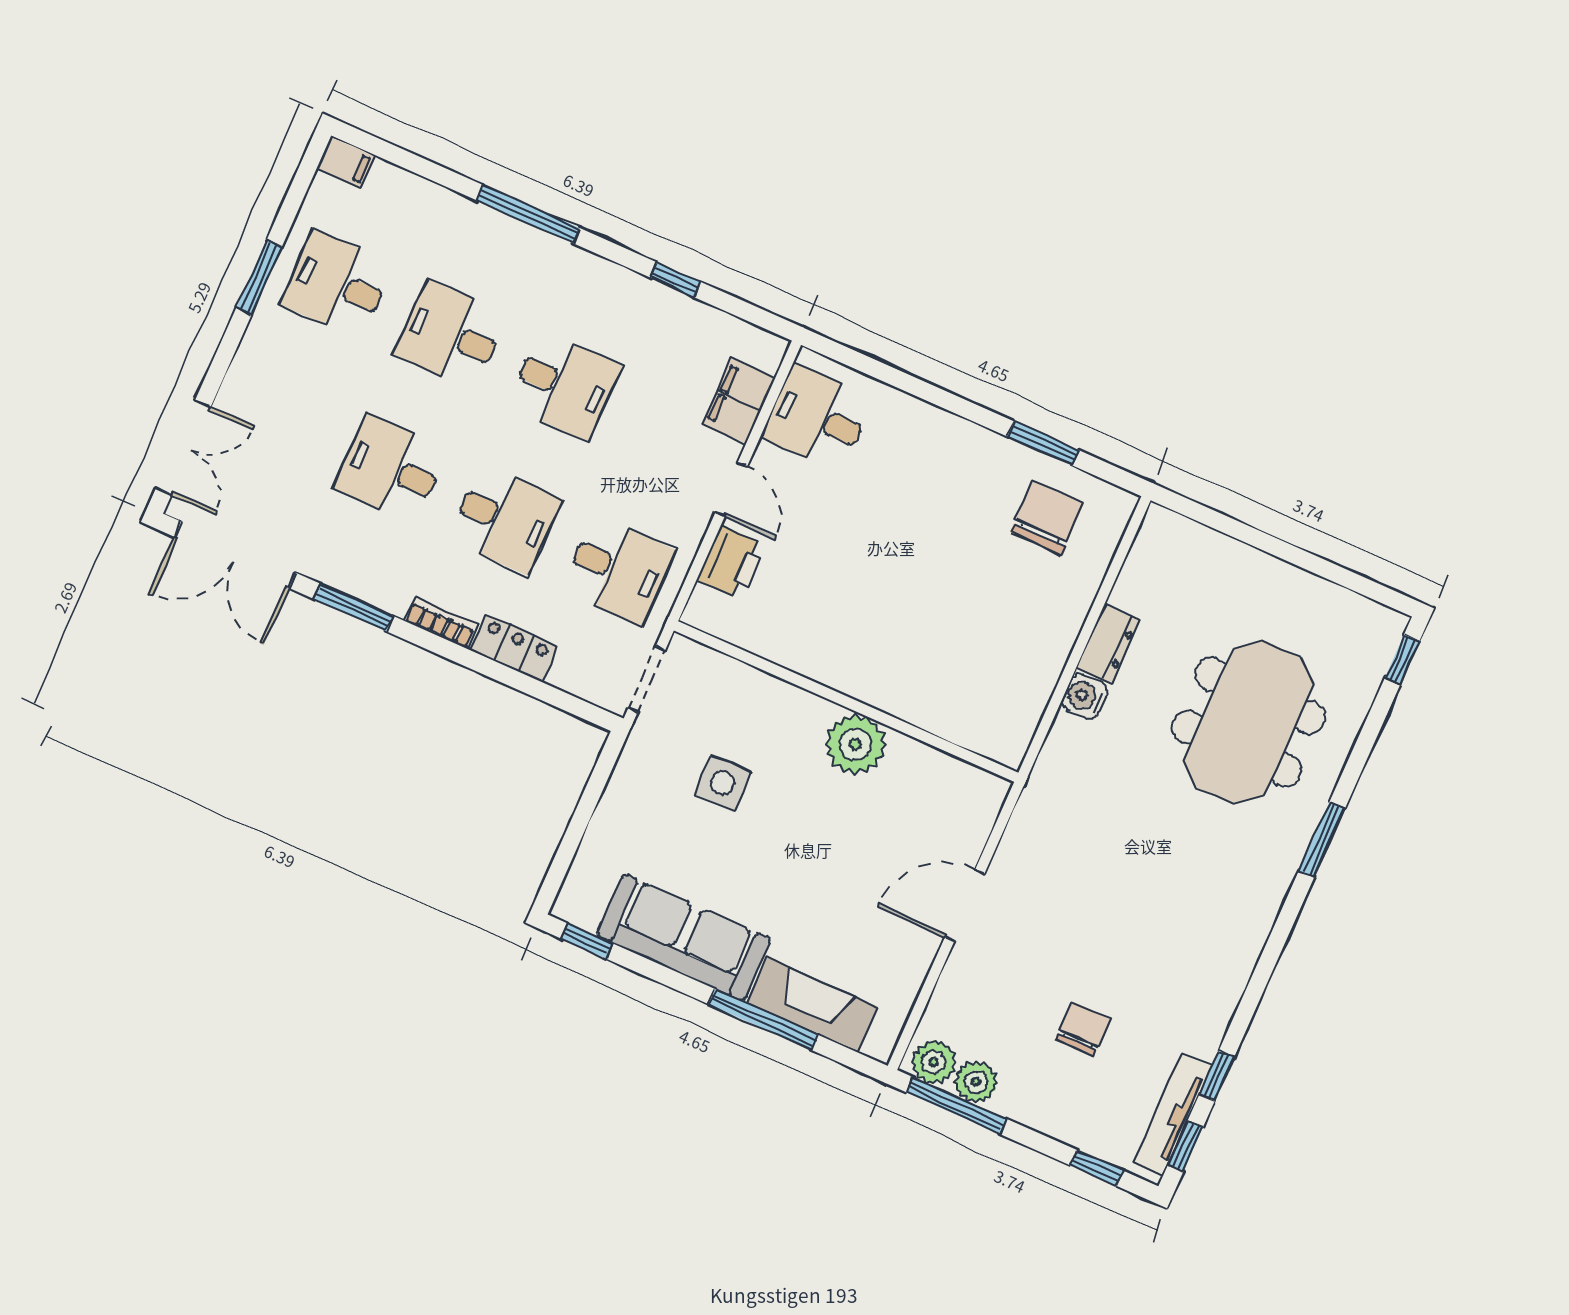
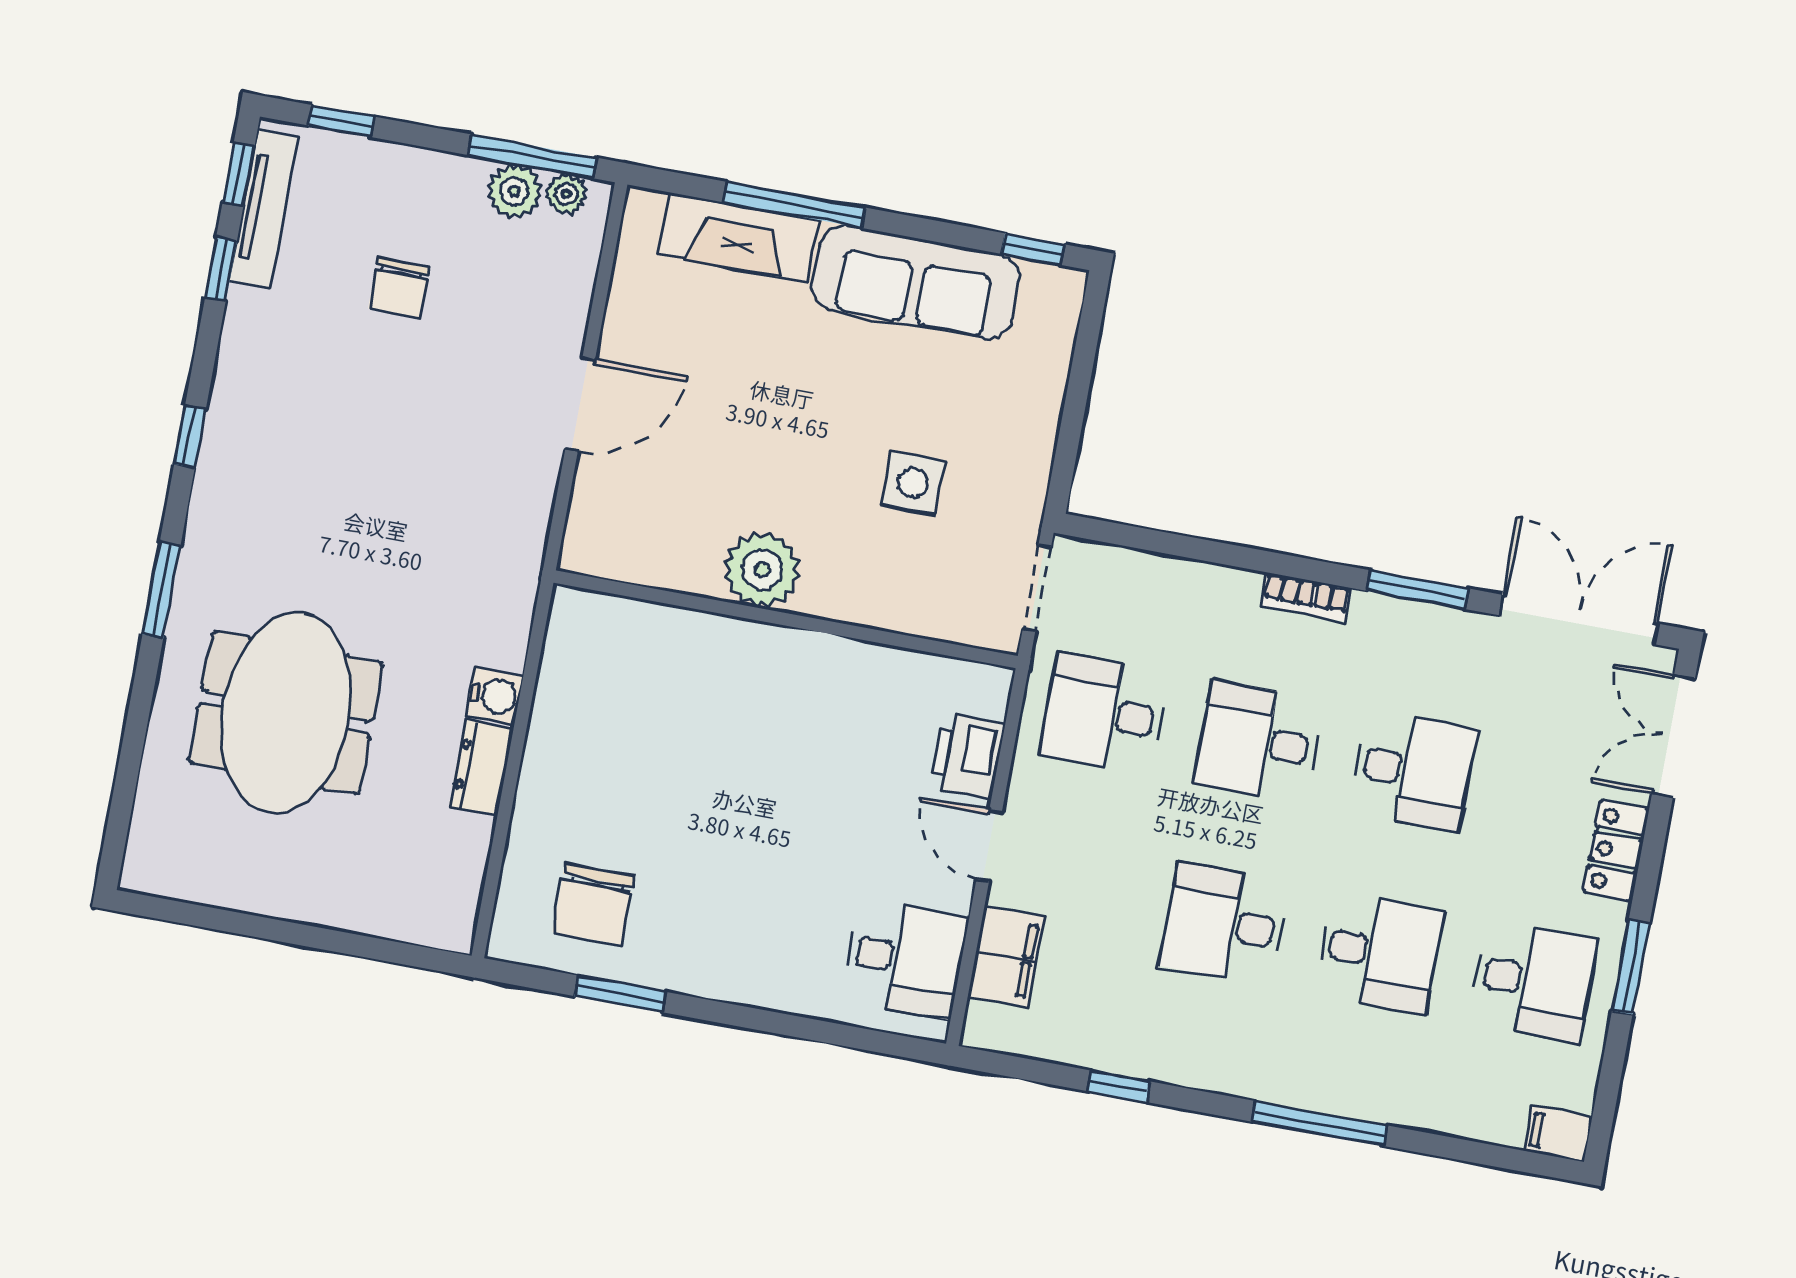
locker: (514, 648) -> (1616, 850), moved, turned 90
window: (1402, 659) -> (190, 437), moved
plant: (934, 1062) -> (566, 194), width x0.73, depth x0.73

